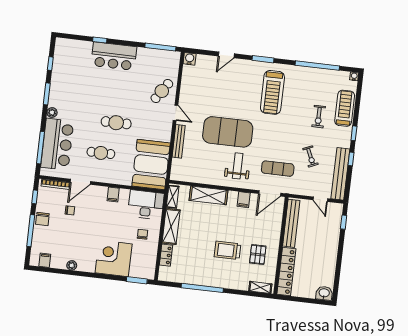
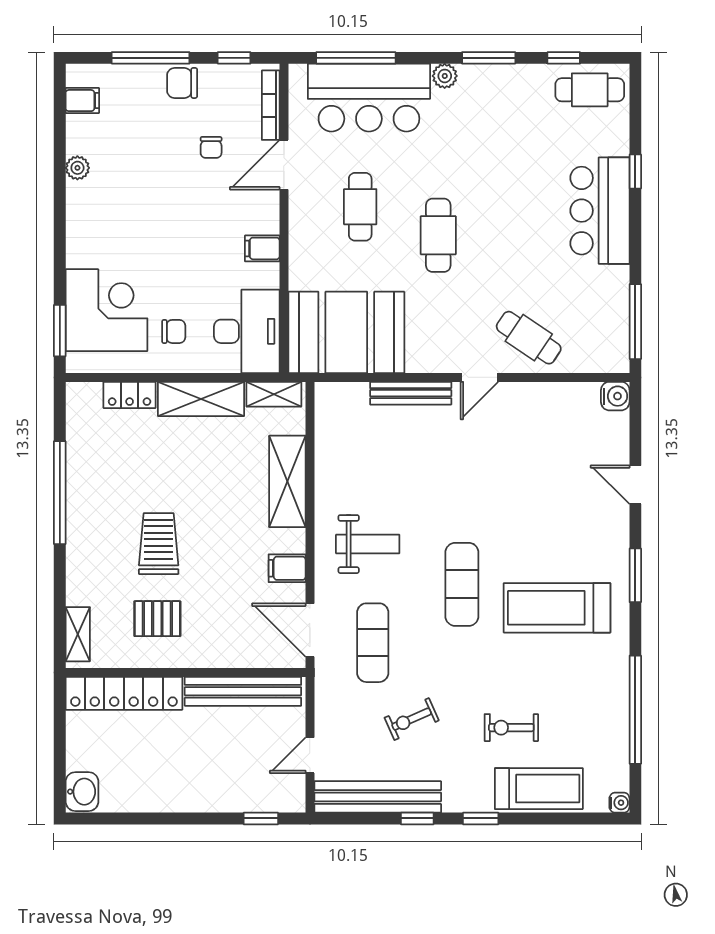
cafe table: (64, 55) -> (590, 90), added
exercise mat: (228, 132) -> (462, 584), moved, width x0.50, depth x0.69
door: (80, 182) -> (284, 165), hinge flipped
corner desk: (114, 258) -> (106, 310), moved

